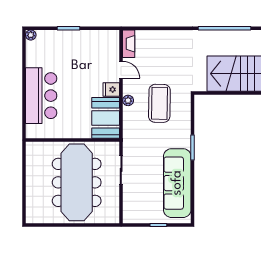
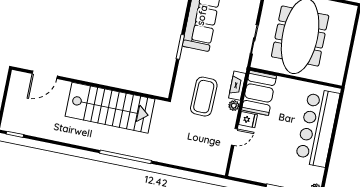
fireplace: (129, 44) -> (237, 86), moved
door: (121, 70) -> (234, 137), swing flipped
bar counter: (41, 96) -> (317, 128), width x1.36

